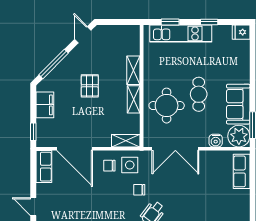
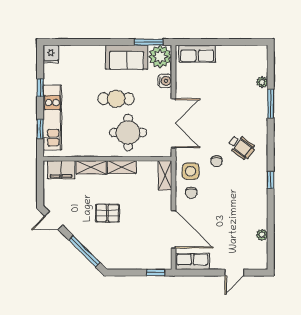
filing cabinet: (45, 105) -> (61, 170), moved, turned 180
door: (75, 149) -> (173, 229), hinge flipped

